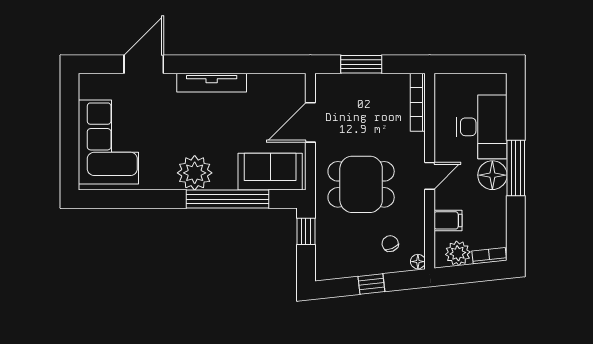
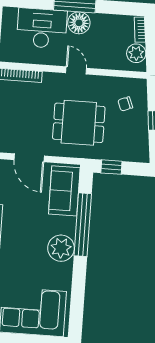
dining table: (361, 184) -> (79, 123), turned 90
filing cabinet: (448, 220) -> (111, 59), removed
floor lamp: (418, 262) -> (140, 84), removed

